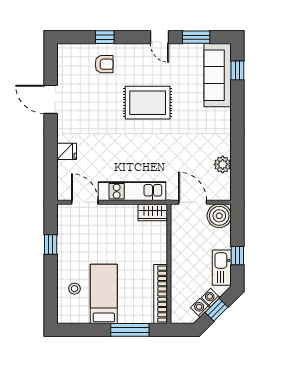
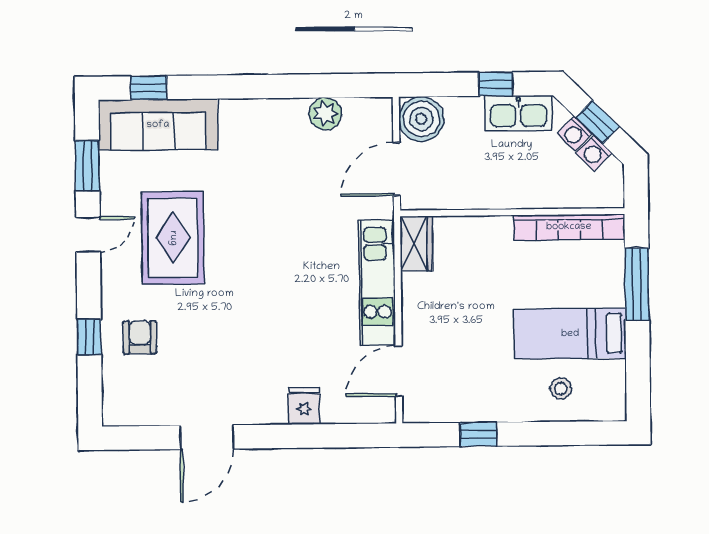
rug: (148, 103) -> (173, 238), moved

